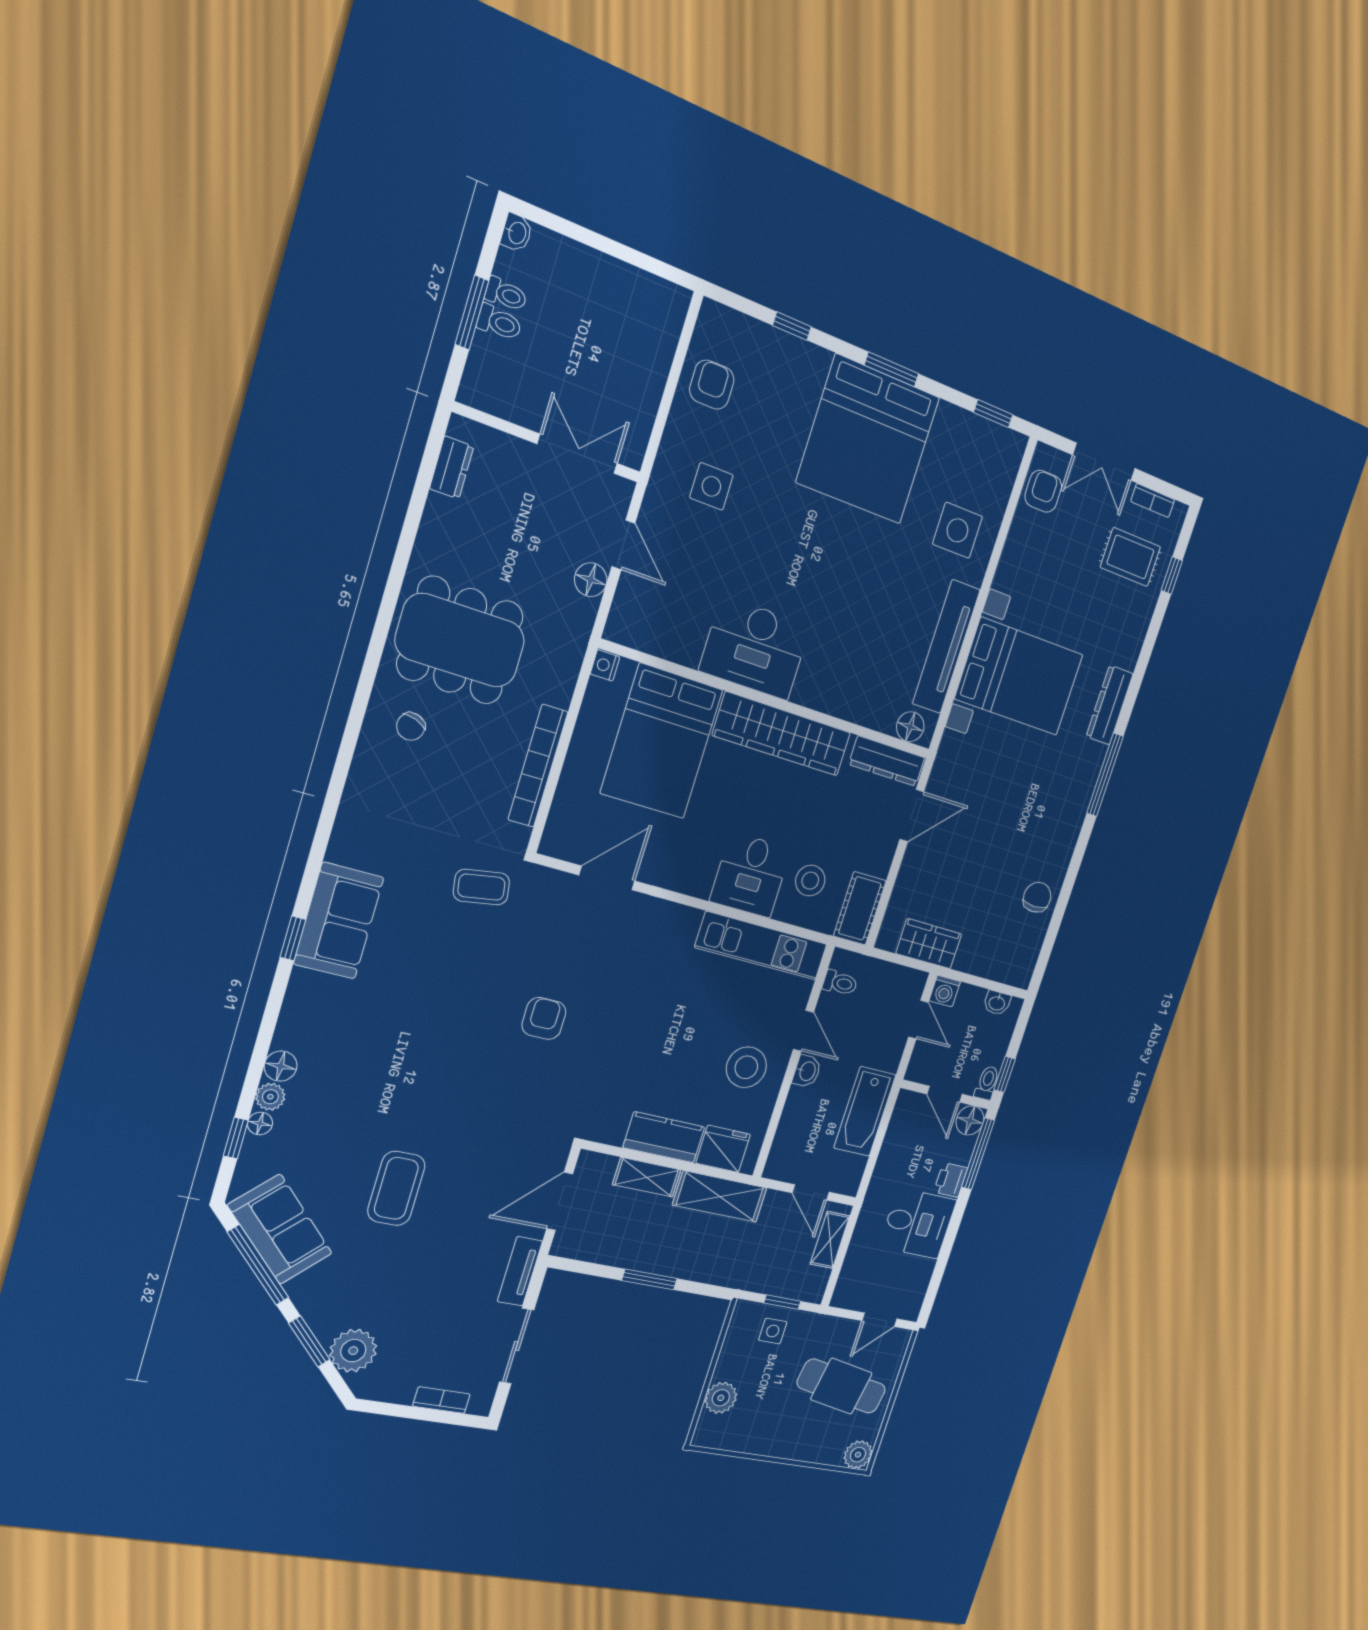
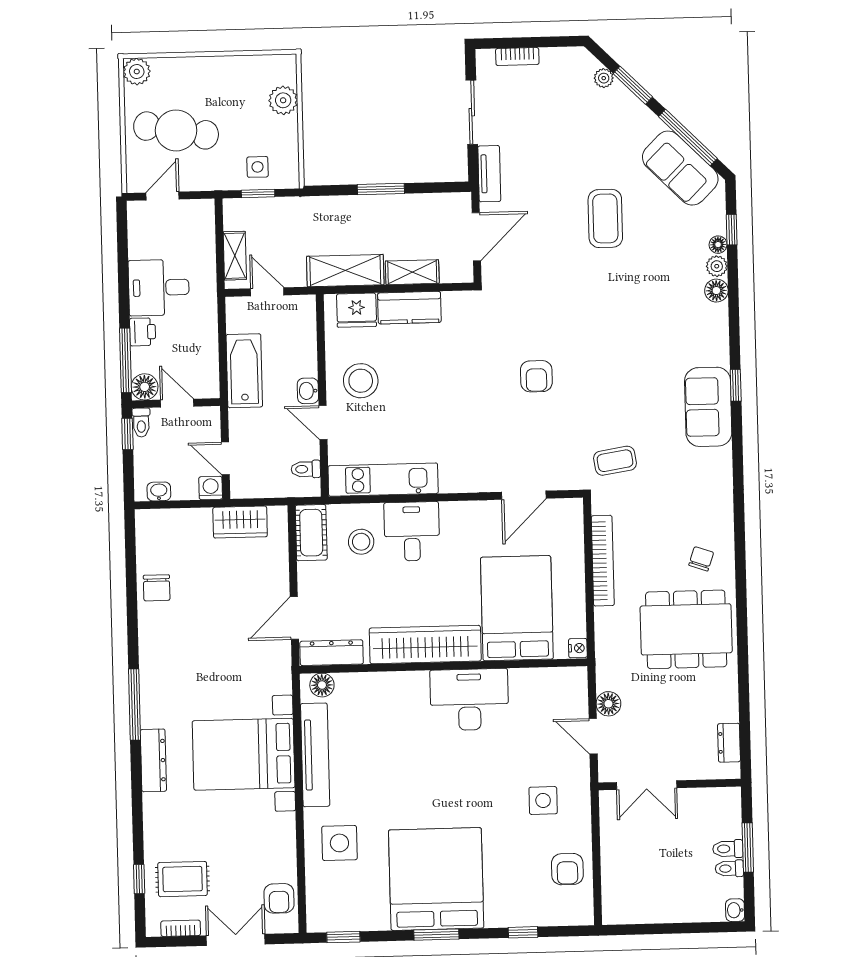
plant: (353, 1351) -> (604, 78), width x0.53, depth x0.53

